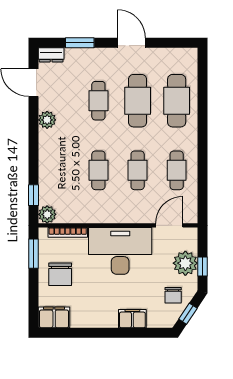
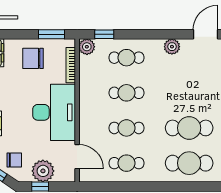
cafe table: (98, 101) -> (127, 58), moved
chair: (173, 295) -> (14, 160), turned 180

